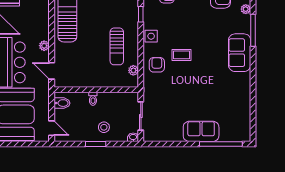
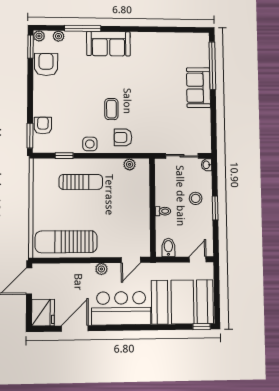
sun lounger: (117, 46) -> (81, 182), moved

